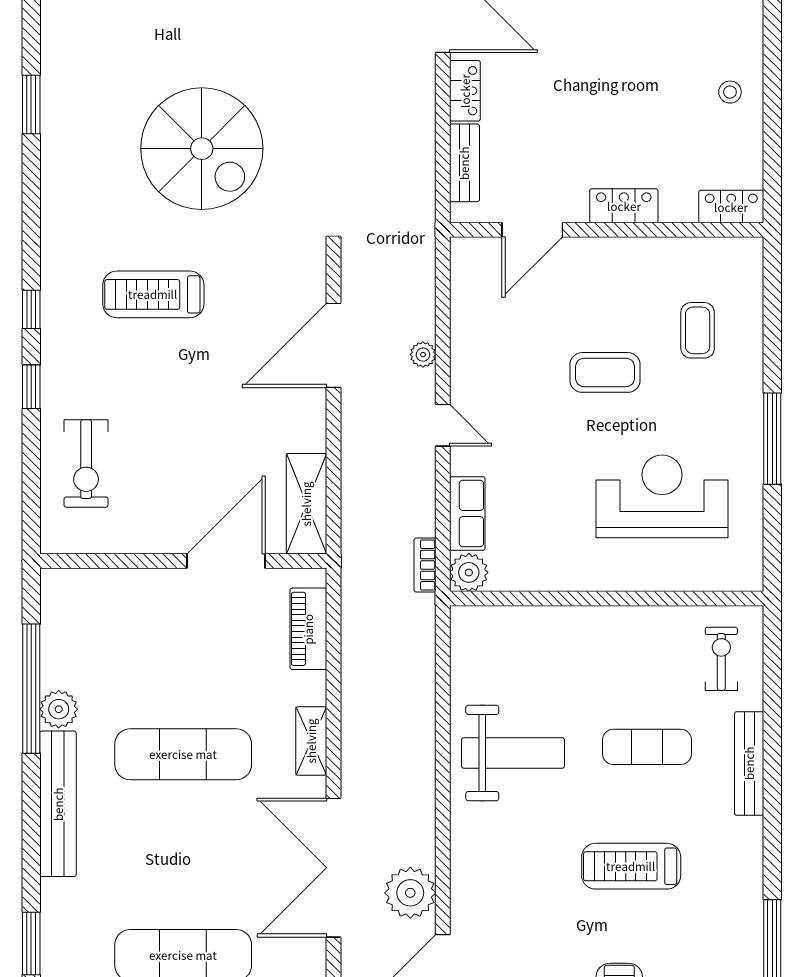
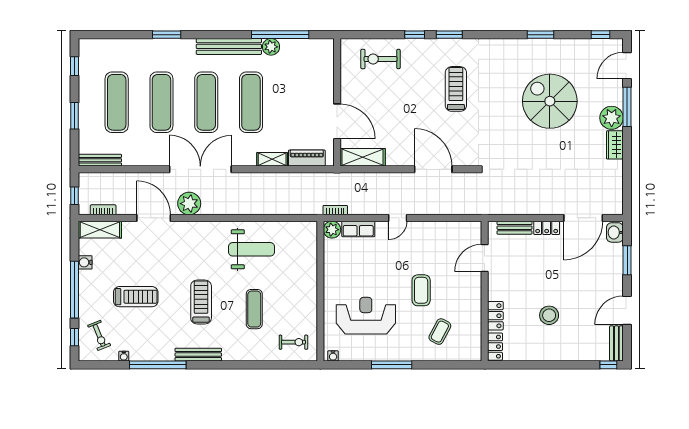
stool: (730, 92) -> (549, 315), moved, width x1.89, depth x1.89
spiral stairs: (202, 149) -> (550, 101), moved, turned 90
locker: (624, 206) -> (495, 316), moved
door: (532, 230) -> (485, 258), hinge flipped
window: (31, 309) -> (449, 35), width x1.50
coffee table: (698, 330) -> (440, 332), turned -62
plant: (423, 355) -> (429, 209), removed
reception desk: (662, 496) -> (366, 316), turned -90
water cooler: (752, 570) -> (333, 356), added
shelving: (311, 741) -> (272, 159), moved
weight bench: (513, 753) -> (252, 249), turned -90
bench: (749, 763) -> (198, 355), moved
exercise mat: (183, 855) -> (206, 102), added

